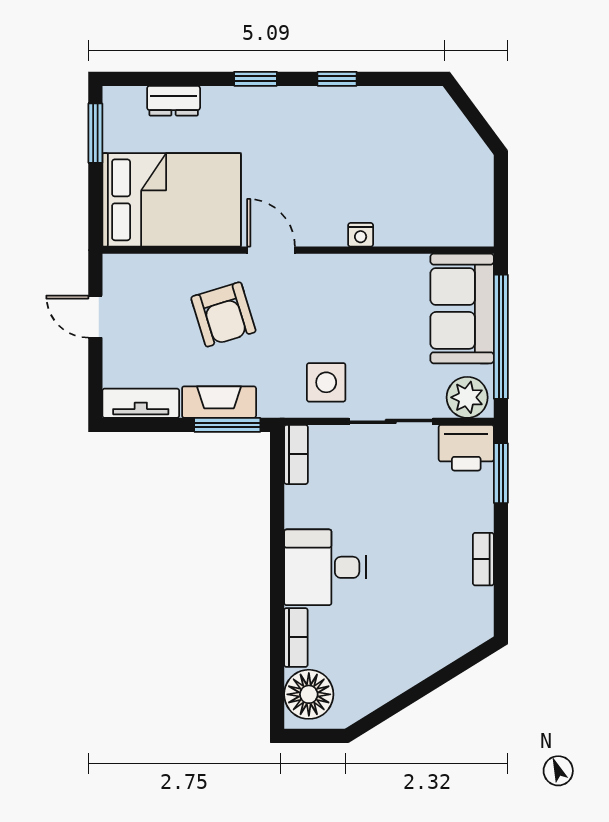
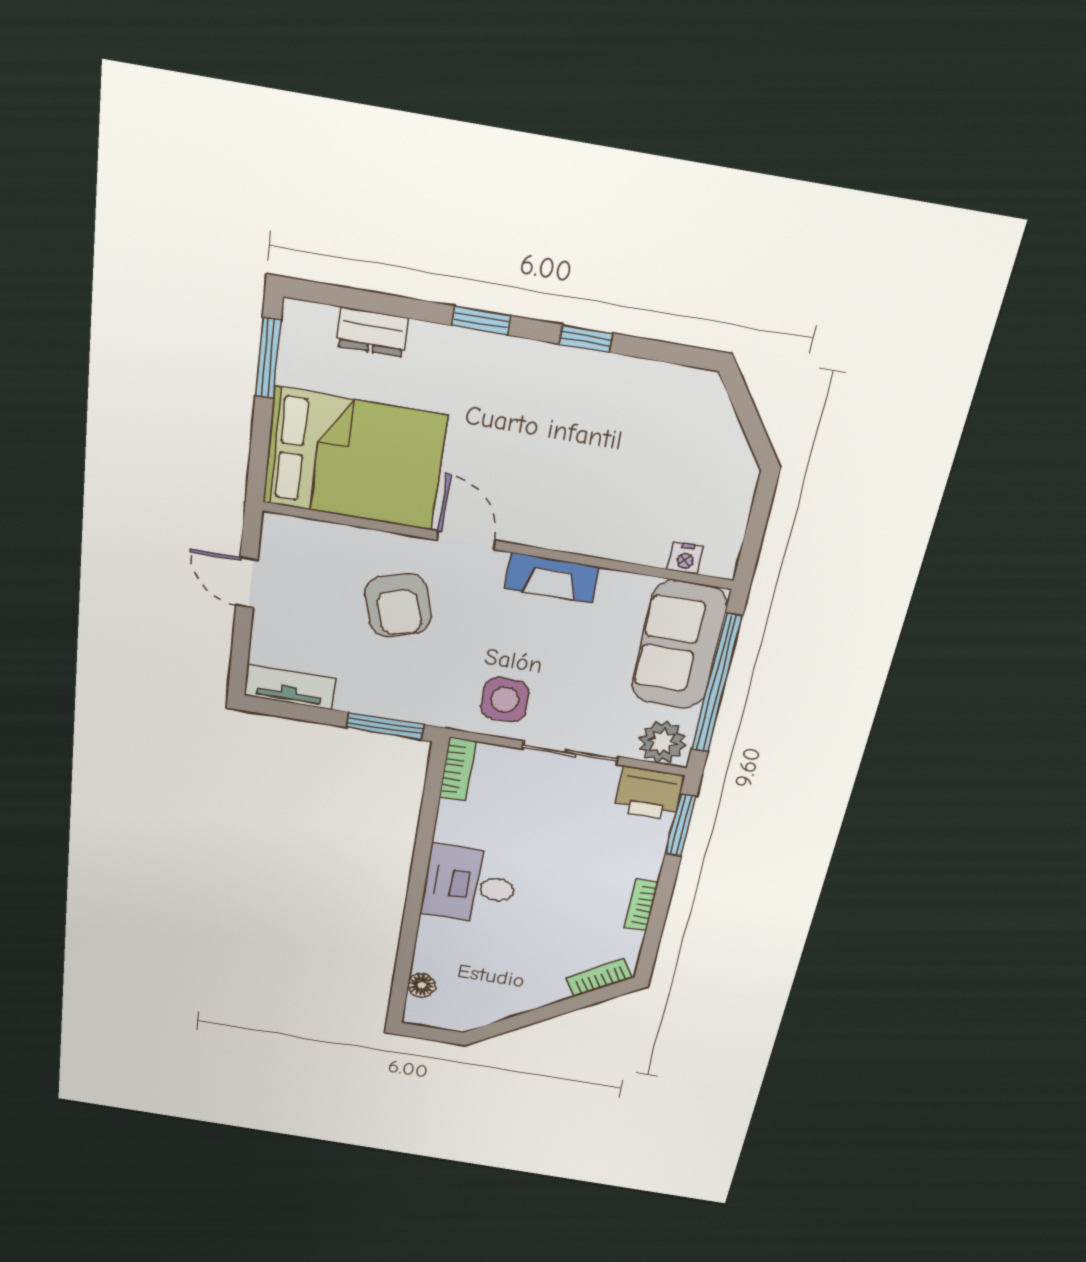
nightstand: (361, 235) -> (686, 558), moved
fireplace: (219, 402) -> (552, 578), moved, turned 180
bookcase: (296, 637) -> (599, 977), moved, turned -122
floor lamp: (309, 694) -> (422, 985), width x0.53, depth x0.53

